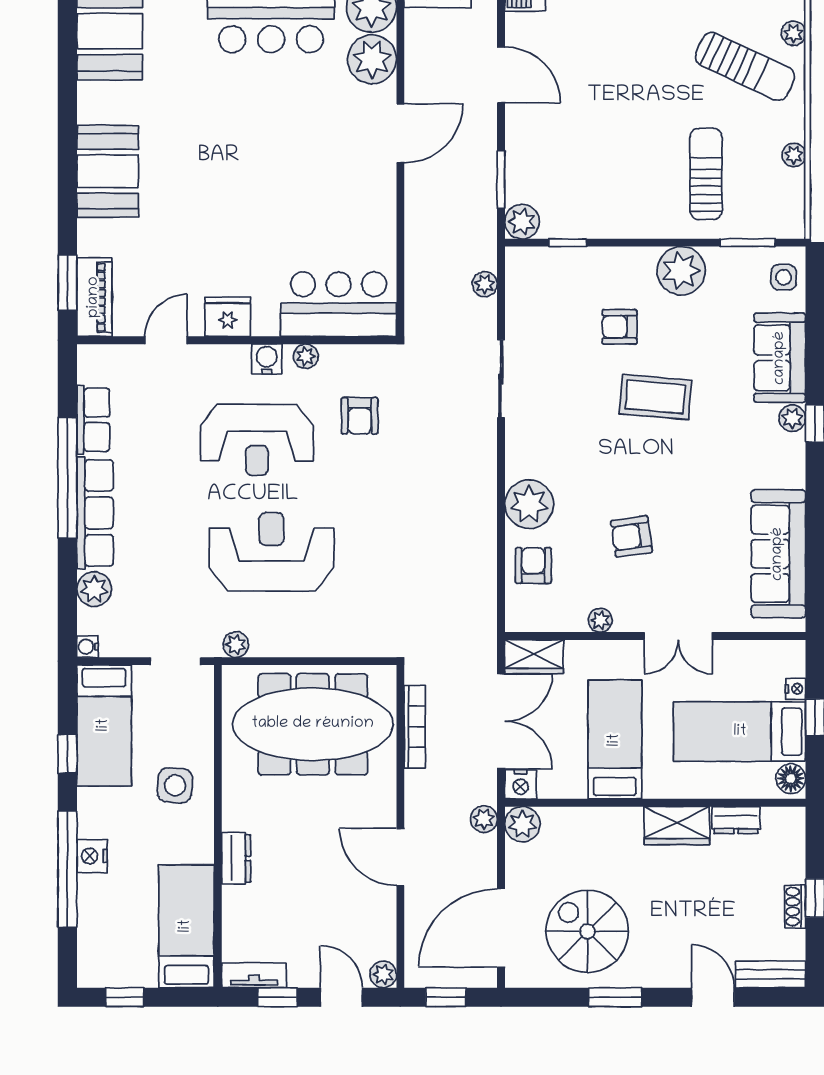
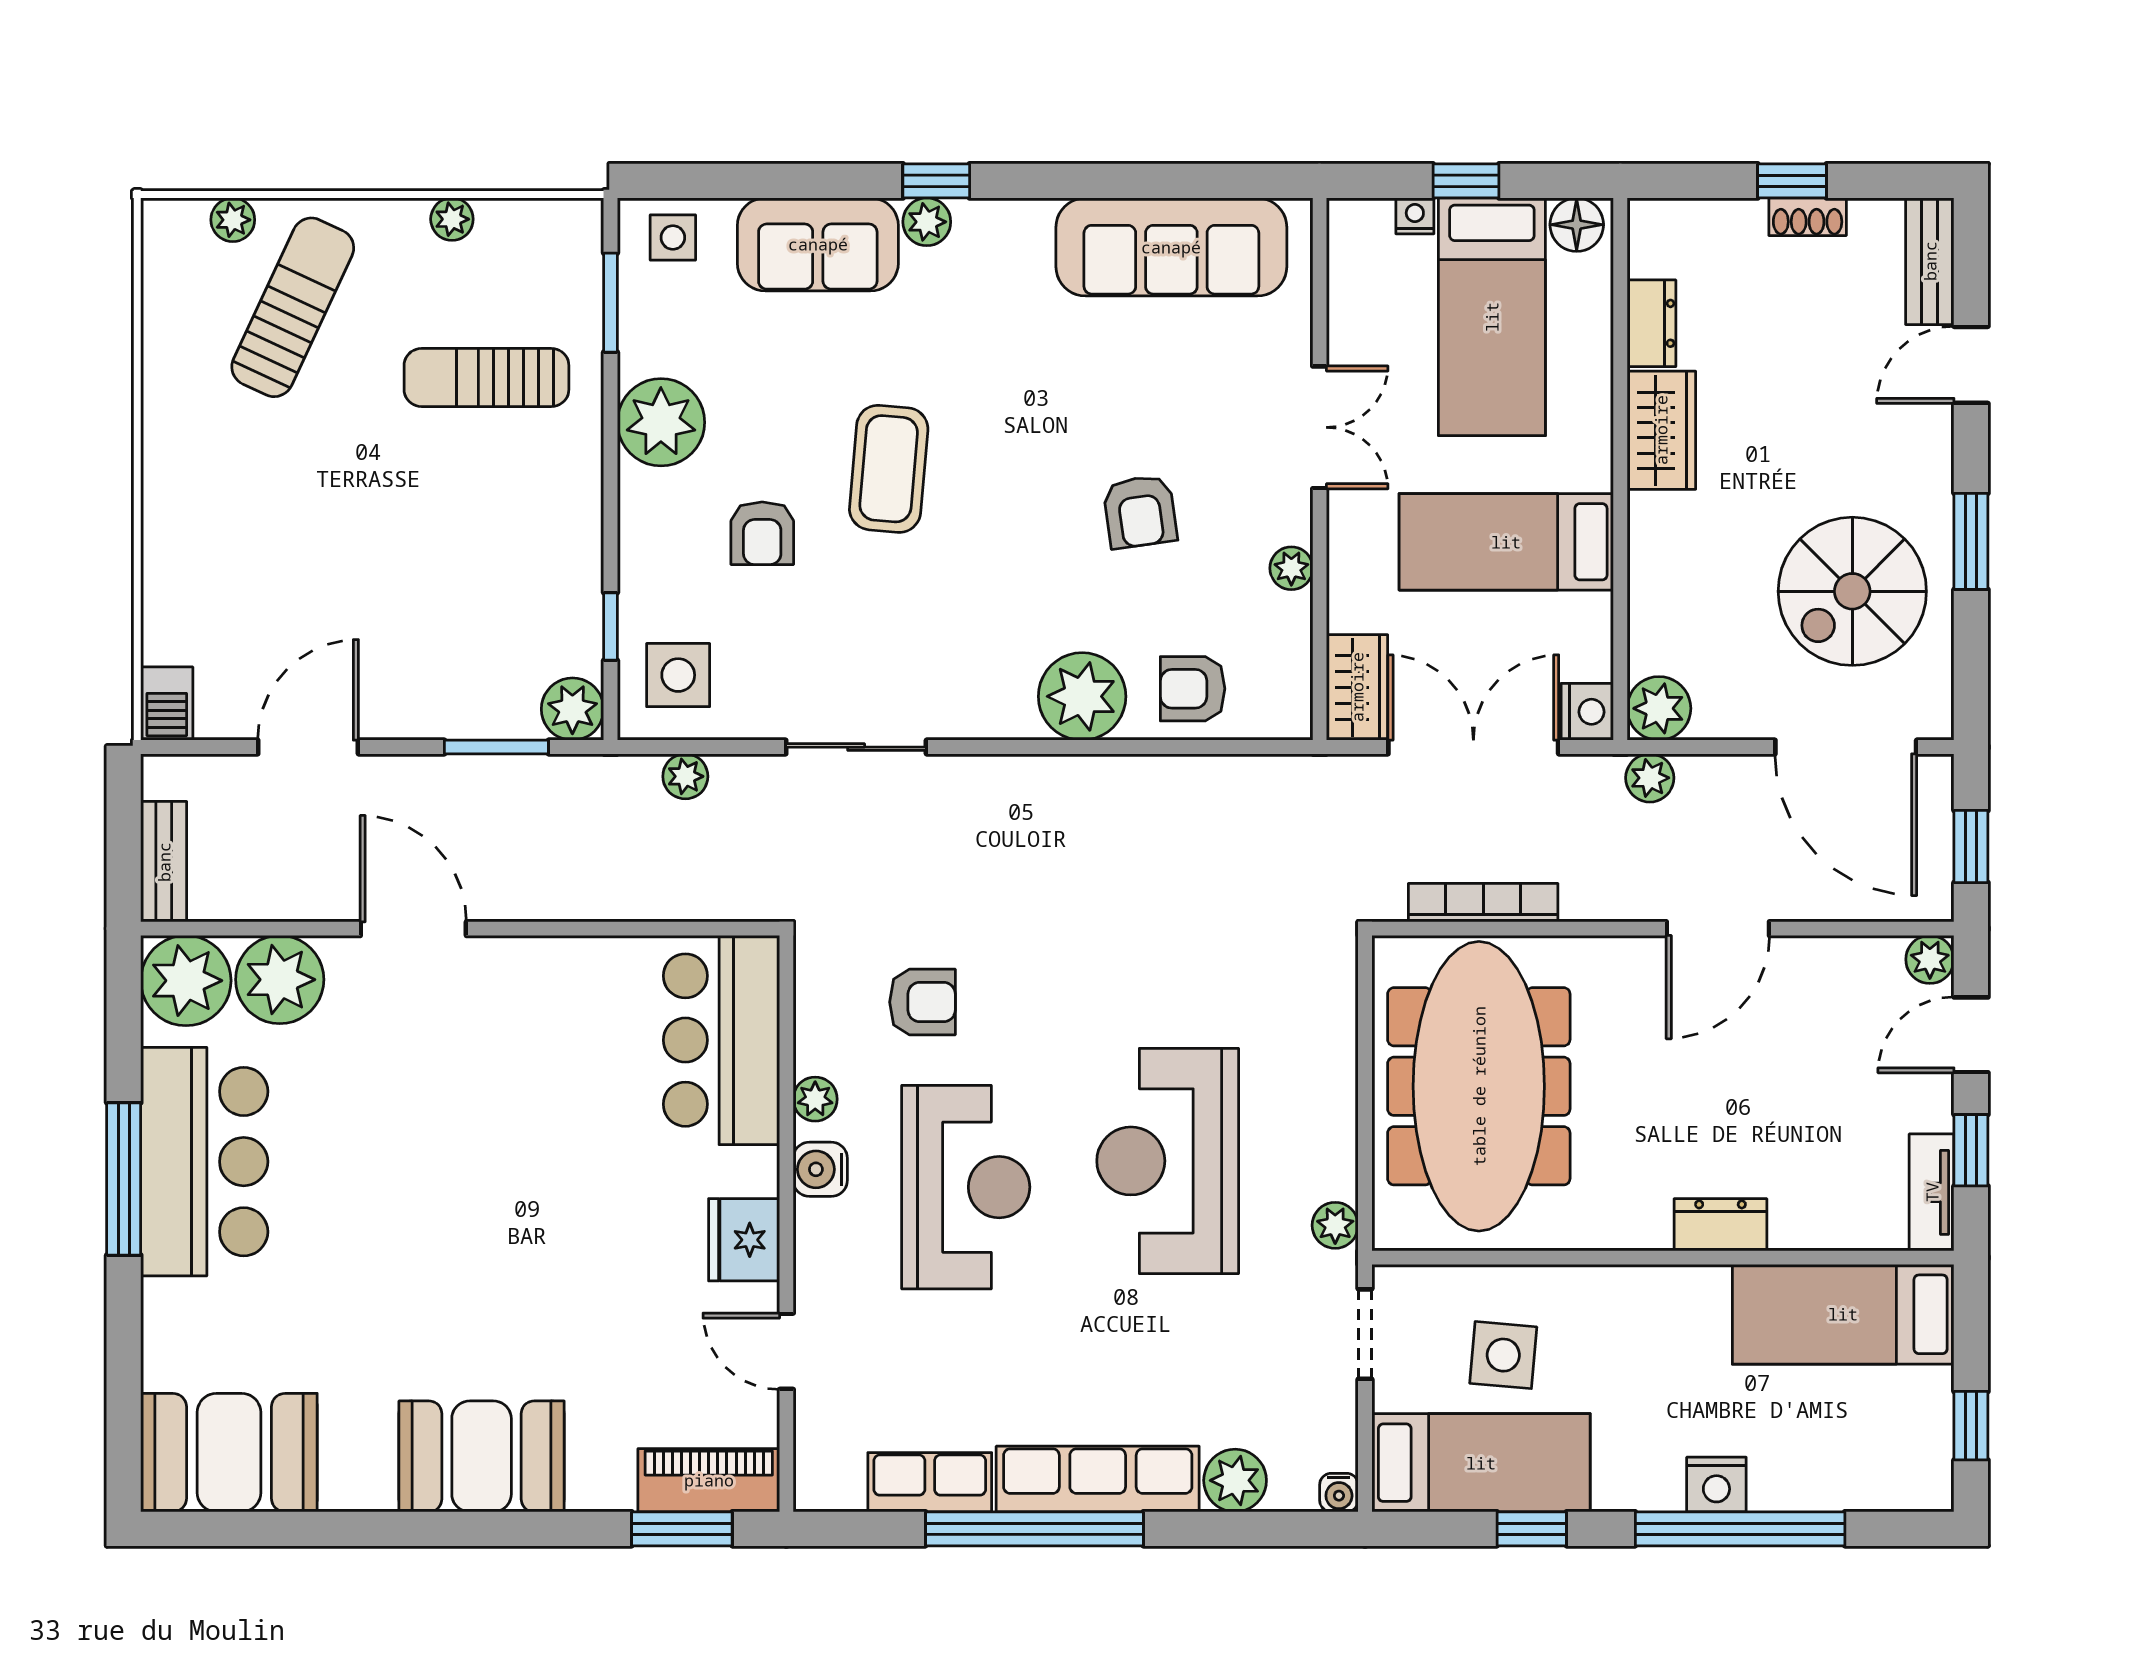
side table: (541, 280) -> (678, 675), added
side table: (175, 785) -> (1503, 1355), moved

